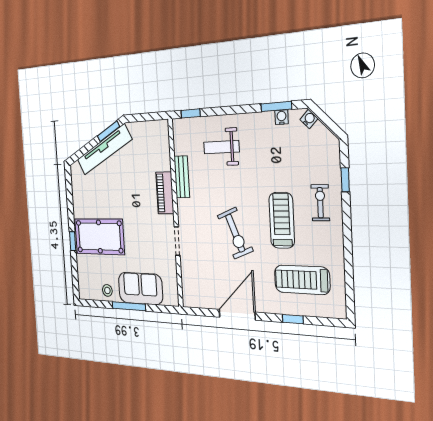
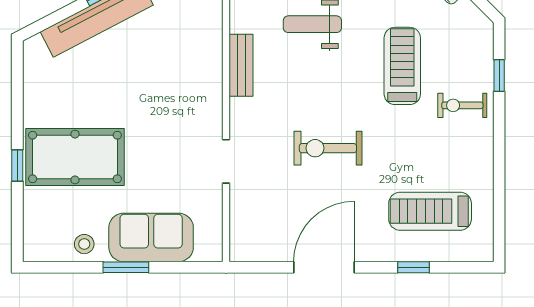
piano: (165, 193) -> (209, 89), removed
exercise bike: (320, 203) -> (462, 105), turned -90
treadmill: (282, 220) -> (402, 66), moved
exercise bike: (235, 233) -> (328, 148), turned 112
window: (129, 306) -> (126, 267), width x0.69

